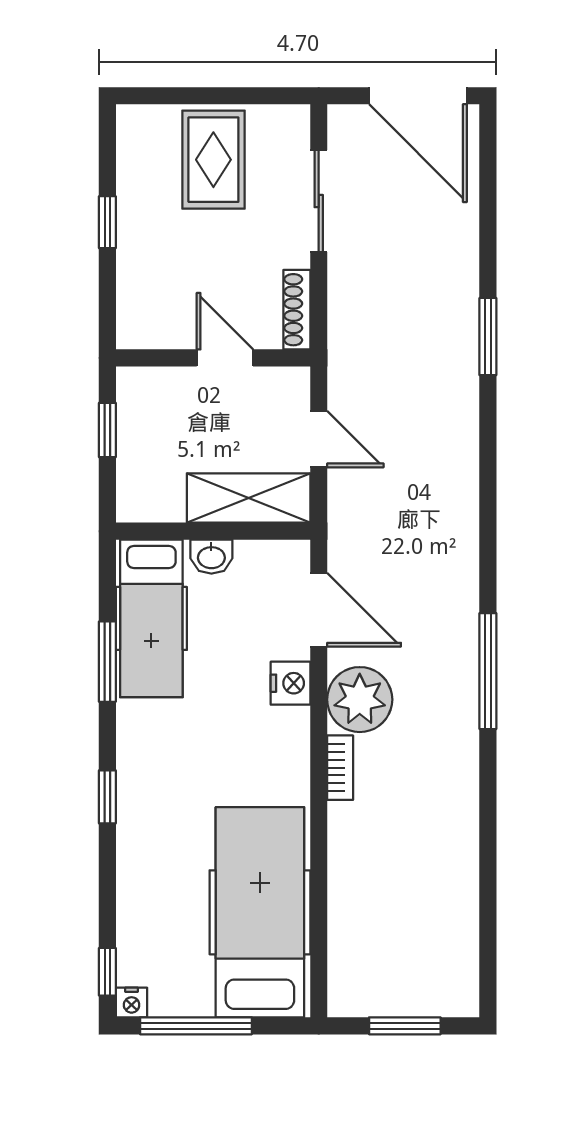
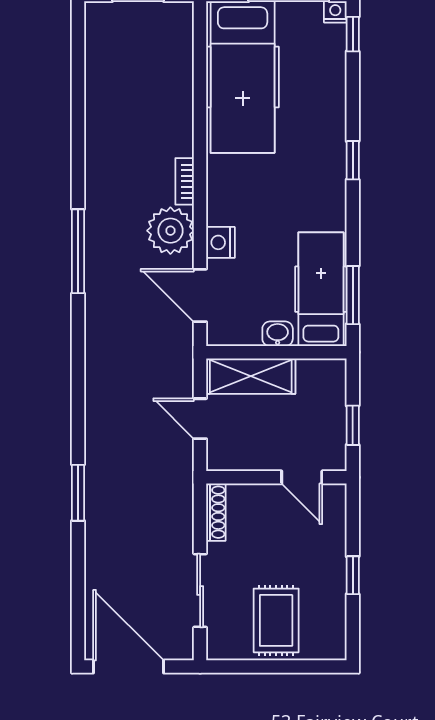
door: (225, 358) -> (302, 477), moved
window: (107, 662) -> (353, 295), moved

